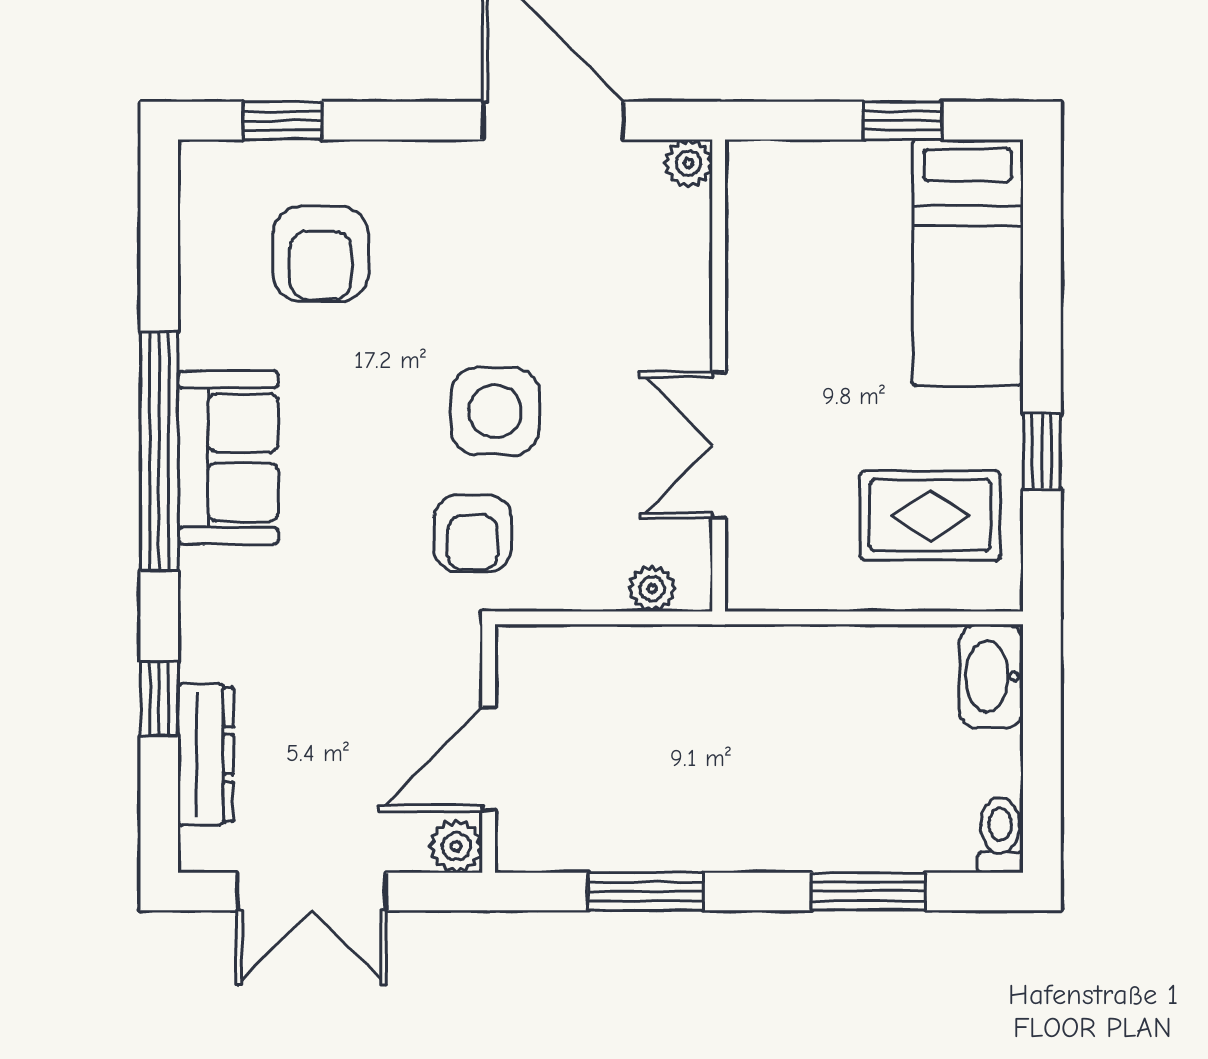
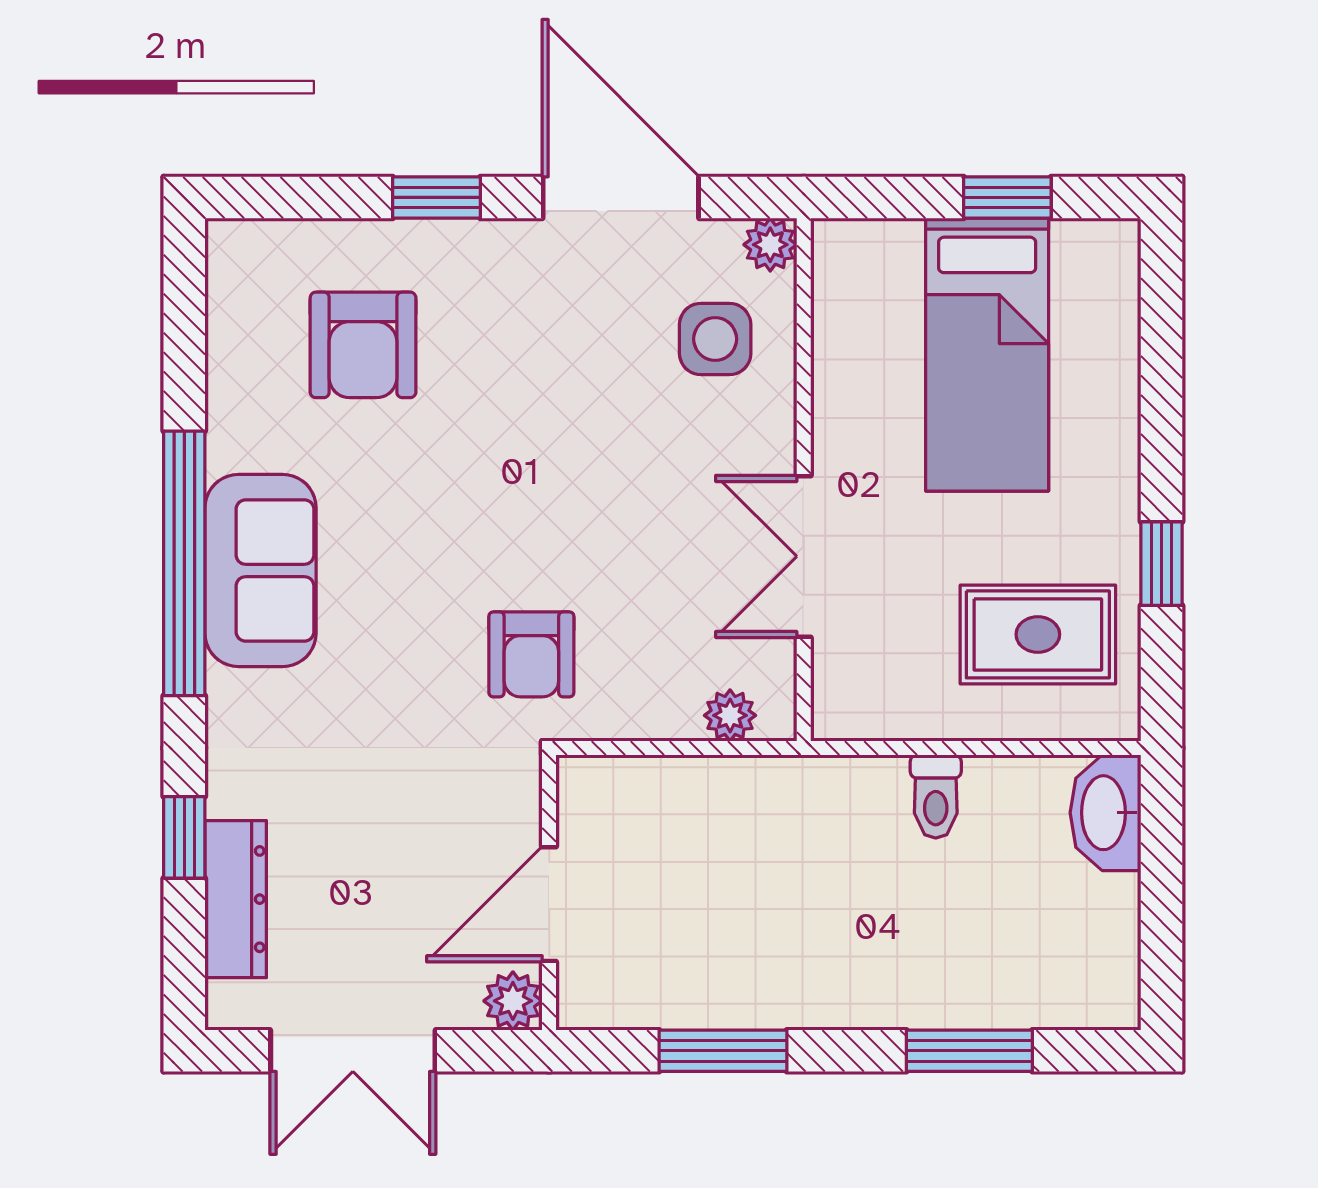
window: (282, 121) -> (437, 197), moved
bed: (968, 263) -> (987, 355), moved
side table: (495, 411) -> (715, 339), moved, width x0.73, depth x0.73
toilet: (1000, 835) -> (936, 796), moved, turned 180

